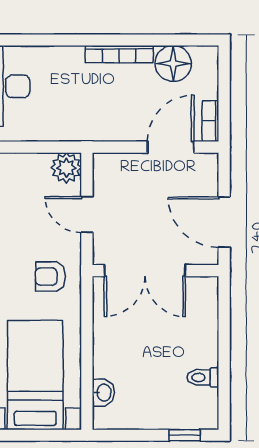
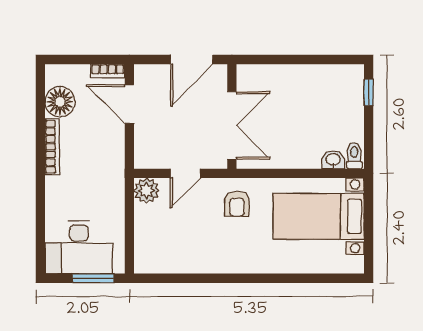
toilet: (203, 377) -> (354, 156), moved, turned 180

